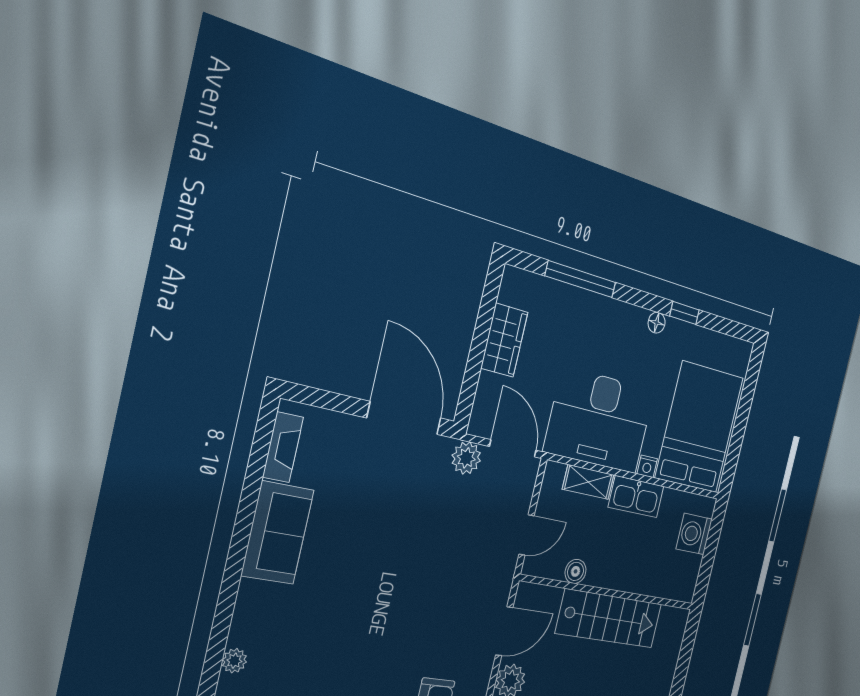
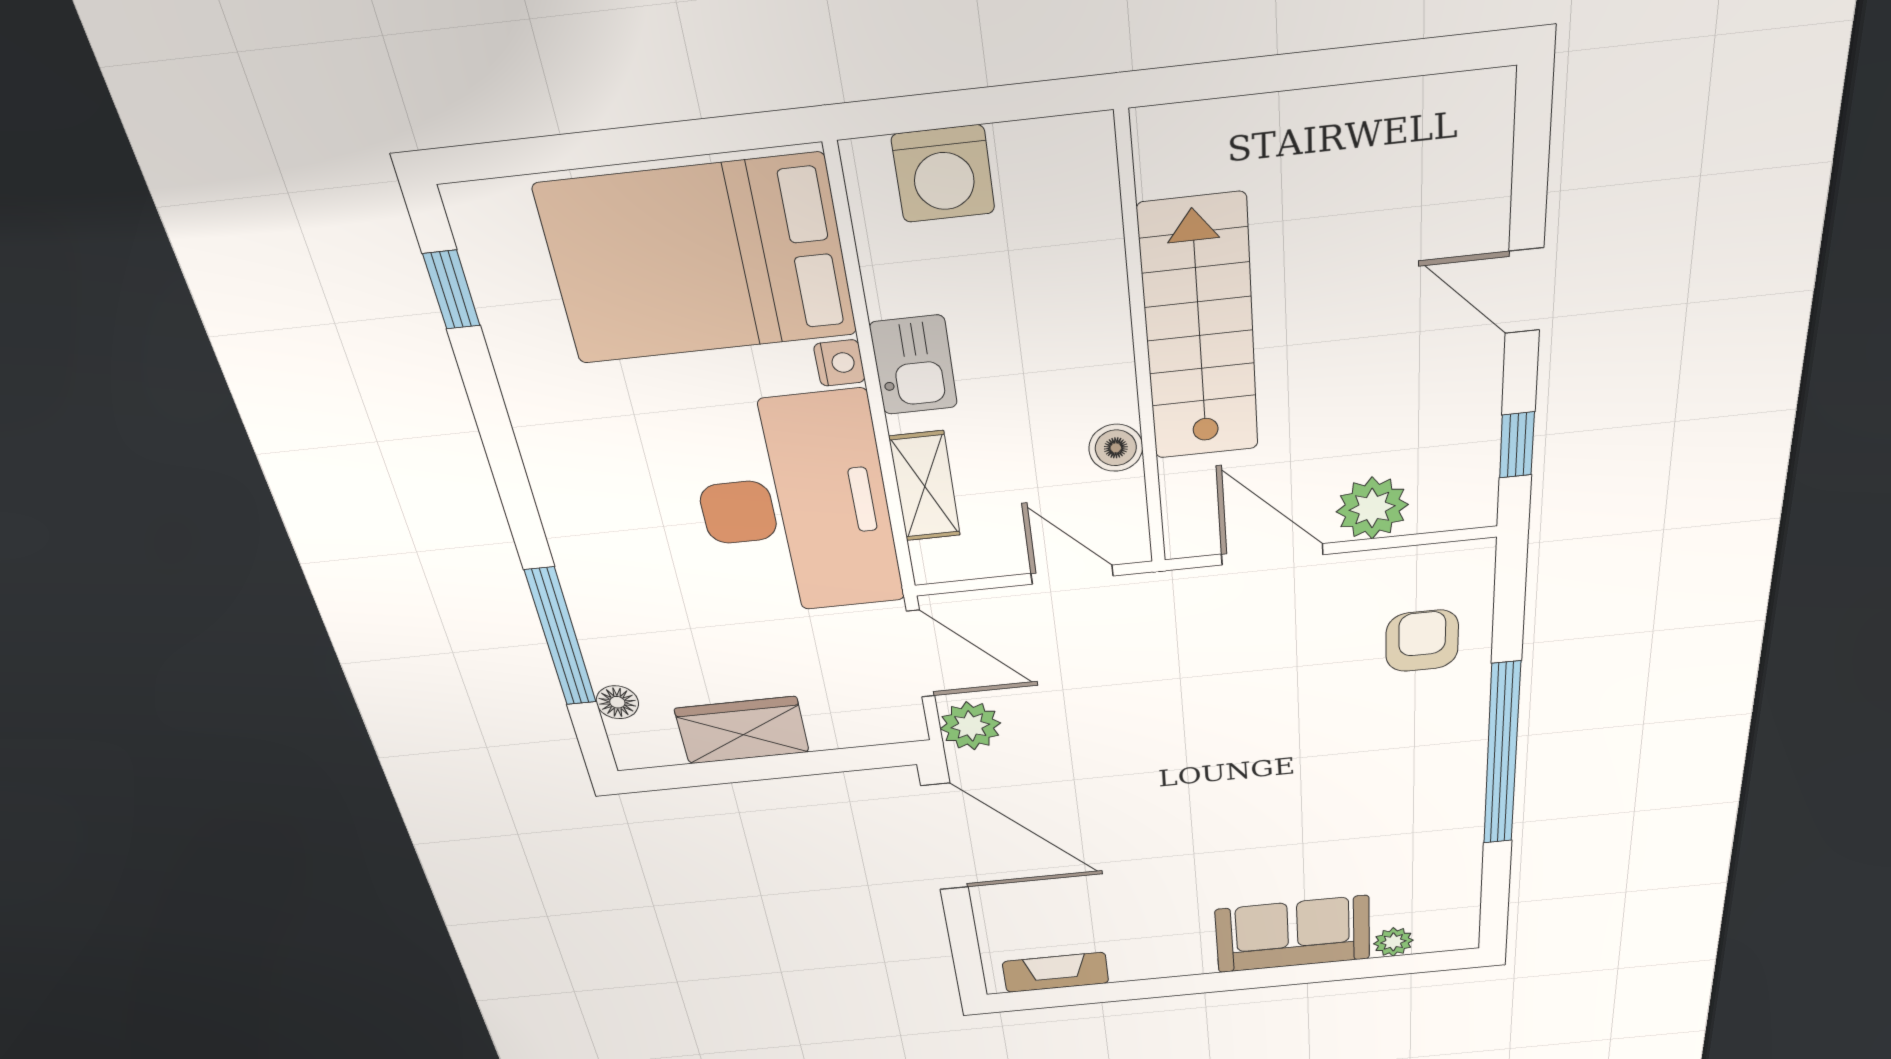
window: (684, 313) -> (451, 290), moved
floor lamp: (657, 323) -> (617, 702), moved
door: (404, 418) -> (945, 837), swing flipped
door: (513, 448) -> (921, 654), swing flipped
kitchen sink: (636, 497) -> (914, 365), width x0.73
sofa: (278, 533) -> (1293, 934), moved

